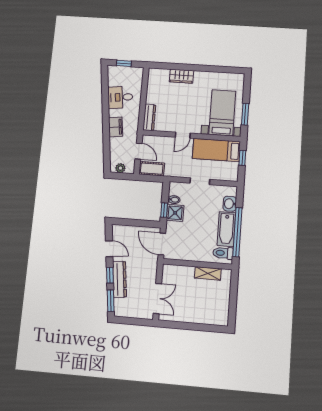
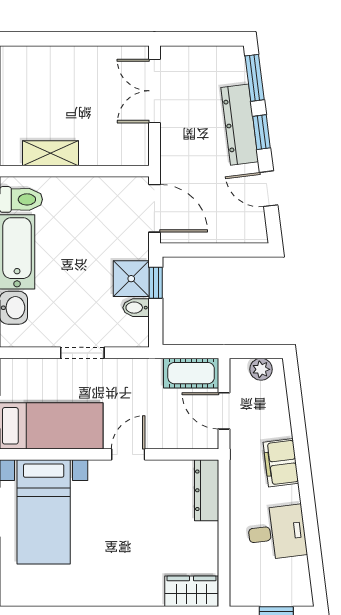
wardrobe: (181, 76) -> (191, 591), moved

